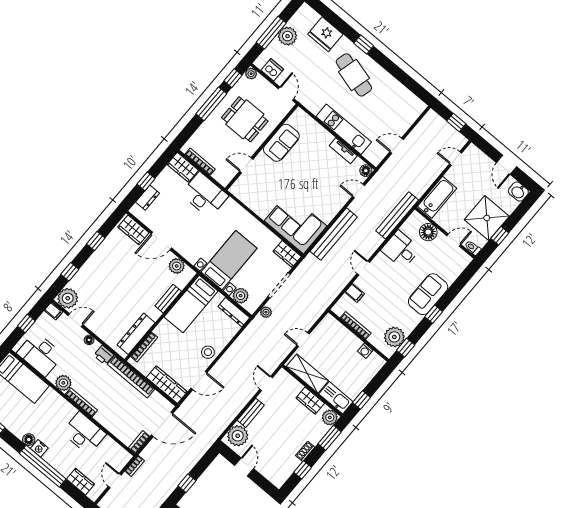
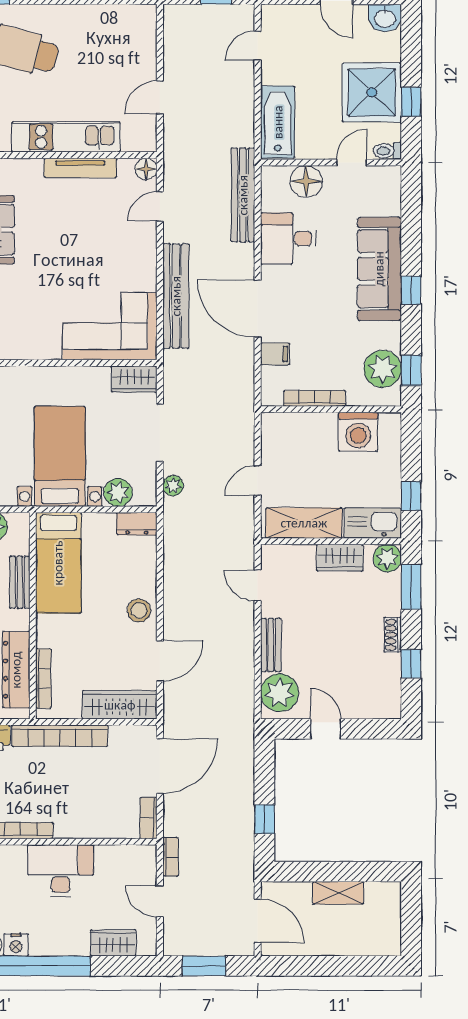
tv unit: (343, 151) -> (80, 168), width x1.41
door: (363, 268) -> (258, 309), width x1.87
sofa: (428, 294) -> (379, 269), width x1.36
dresser: (234, 312) -> (137, 524), width x0.70
washing machine: (365, 351) -> (358, 432), width x1.89, depth x1.89

